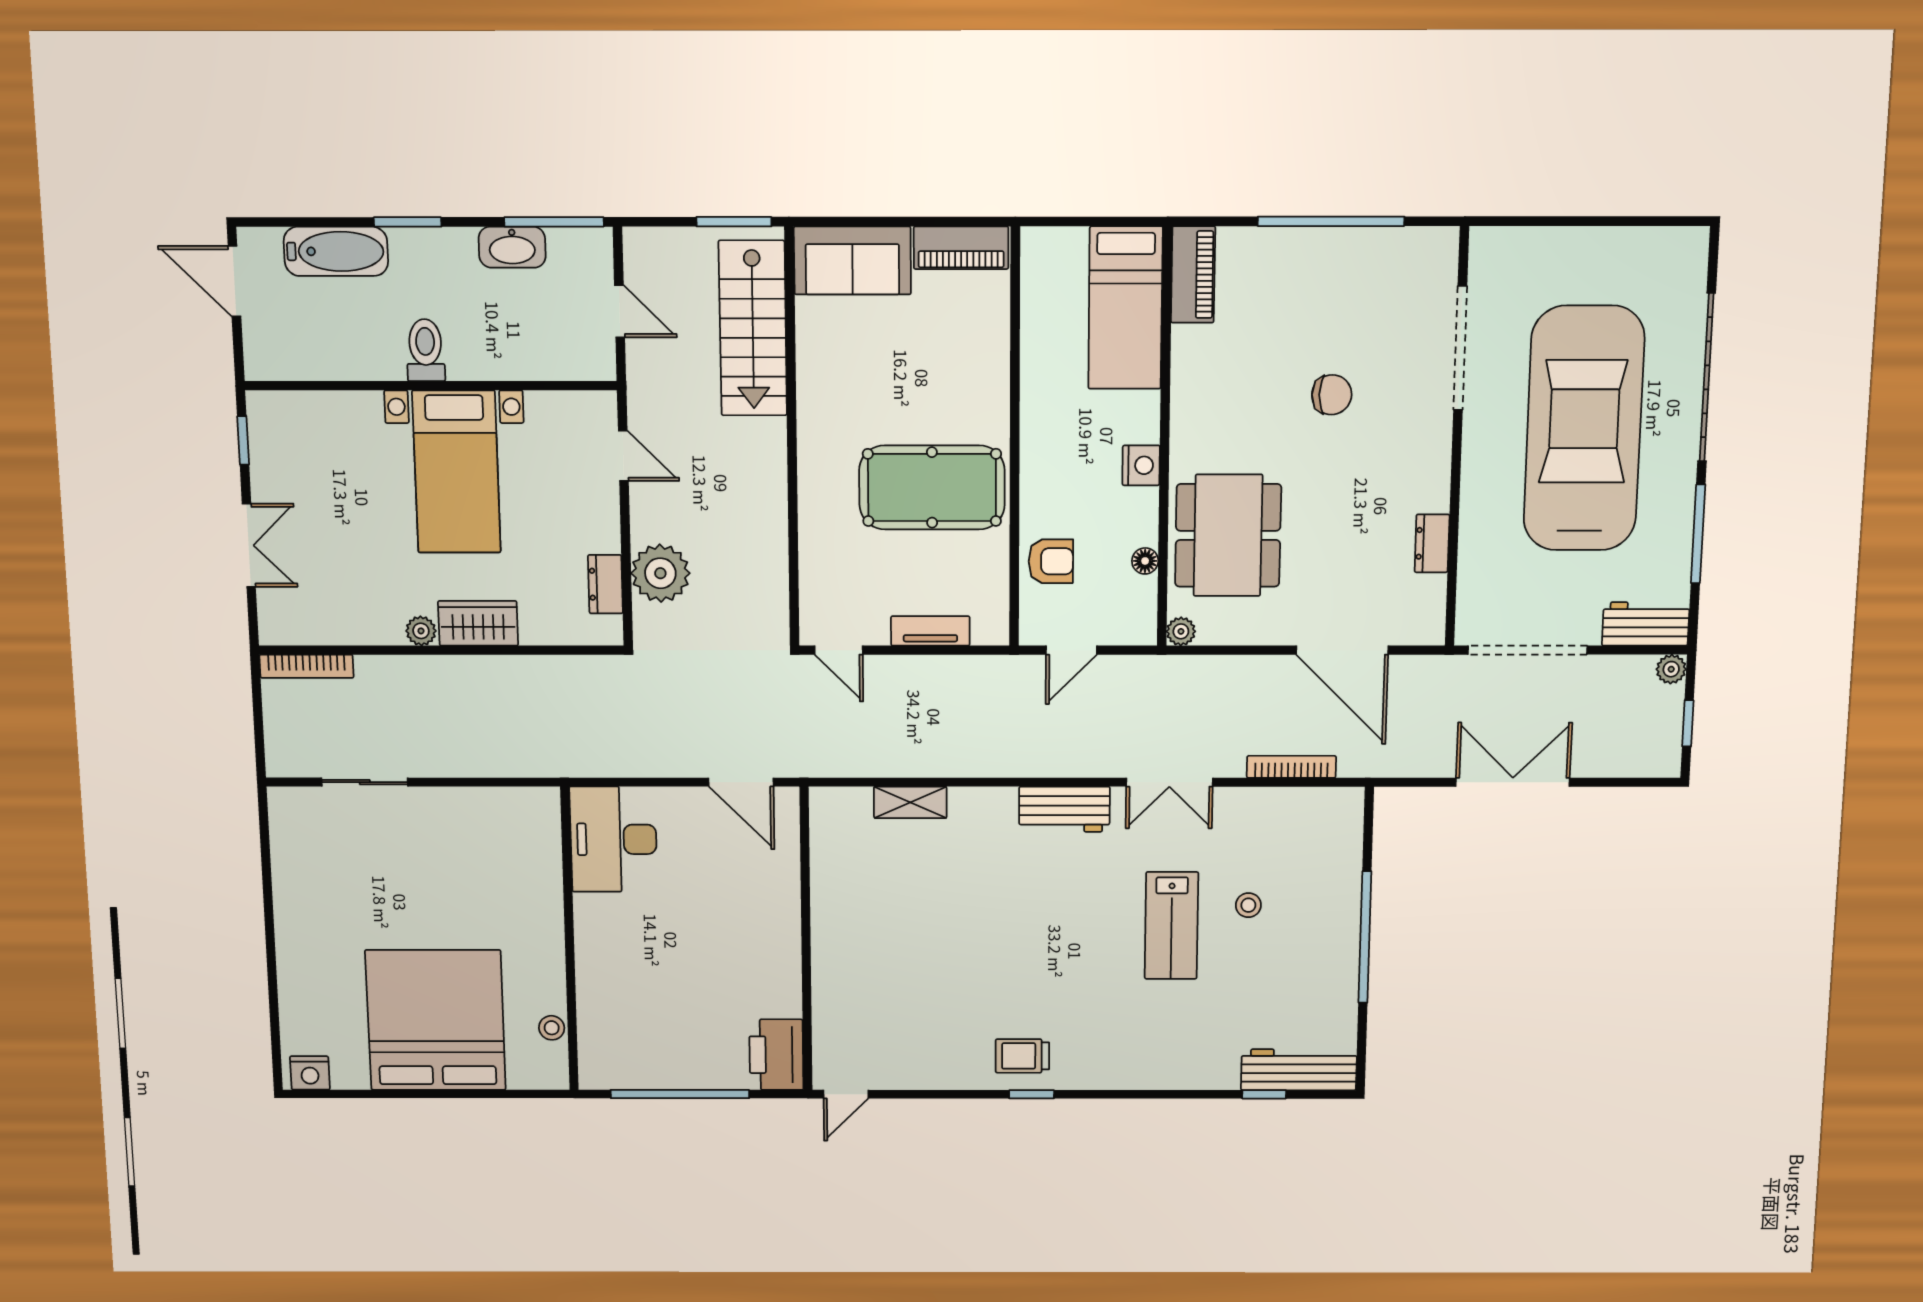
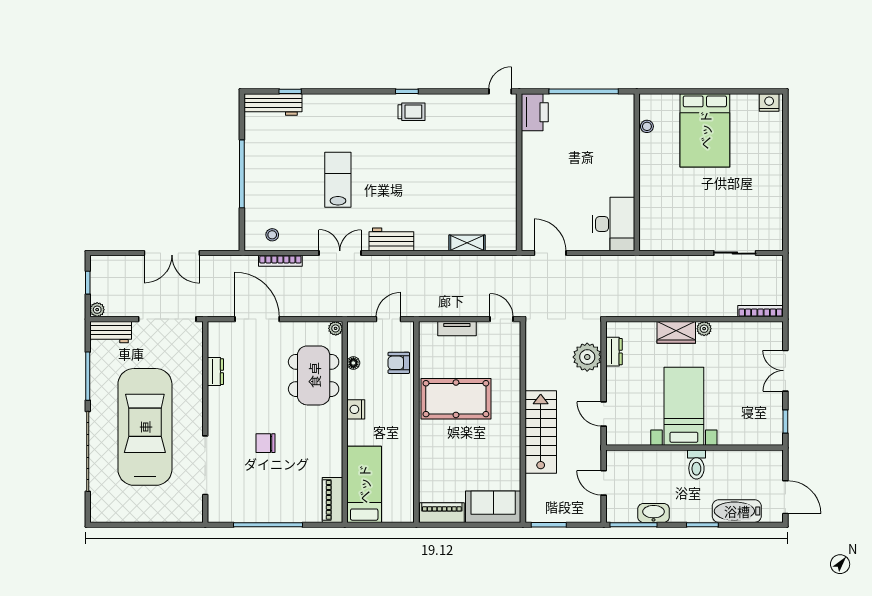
stairs: (753, 328) -> (541, 432), moved
car: (1584, 429) -> (145, 427), turned 180
stool: (1248, 905) -> (272, 235), moved
bed: (436, 1020) -> (705, 130), width x0.73

